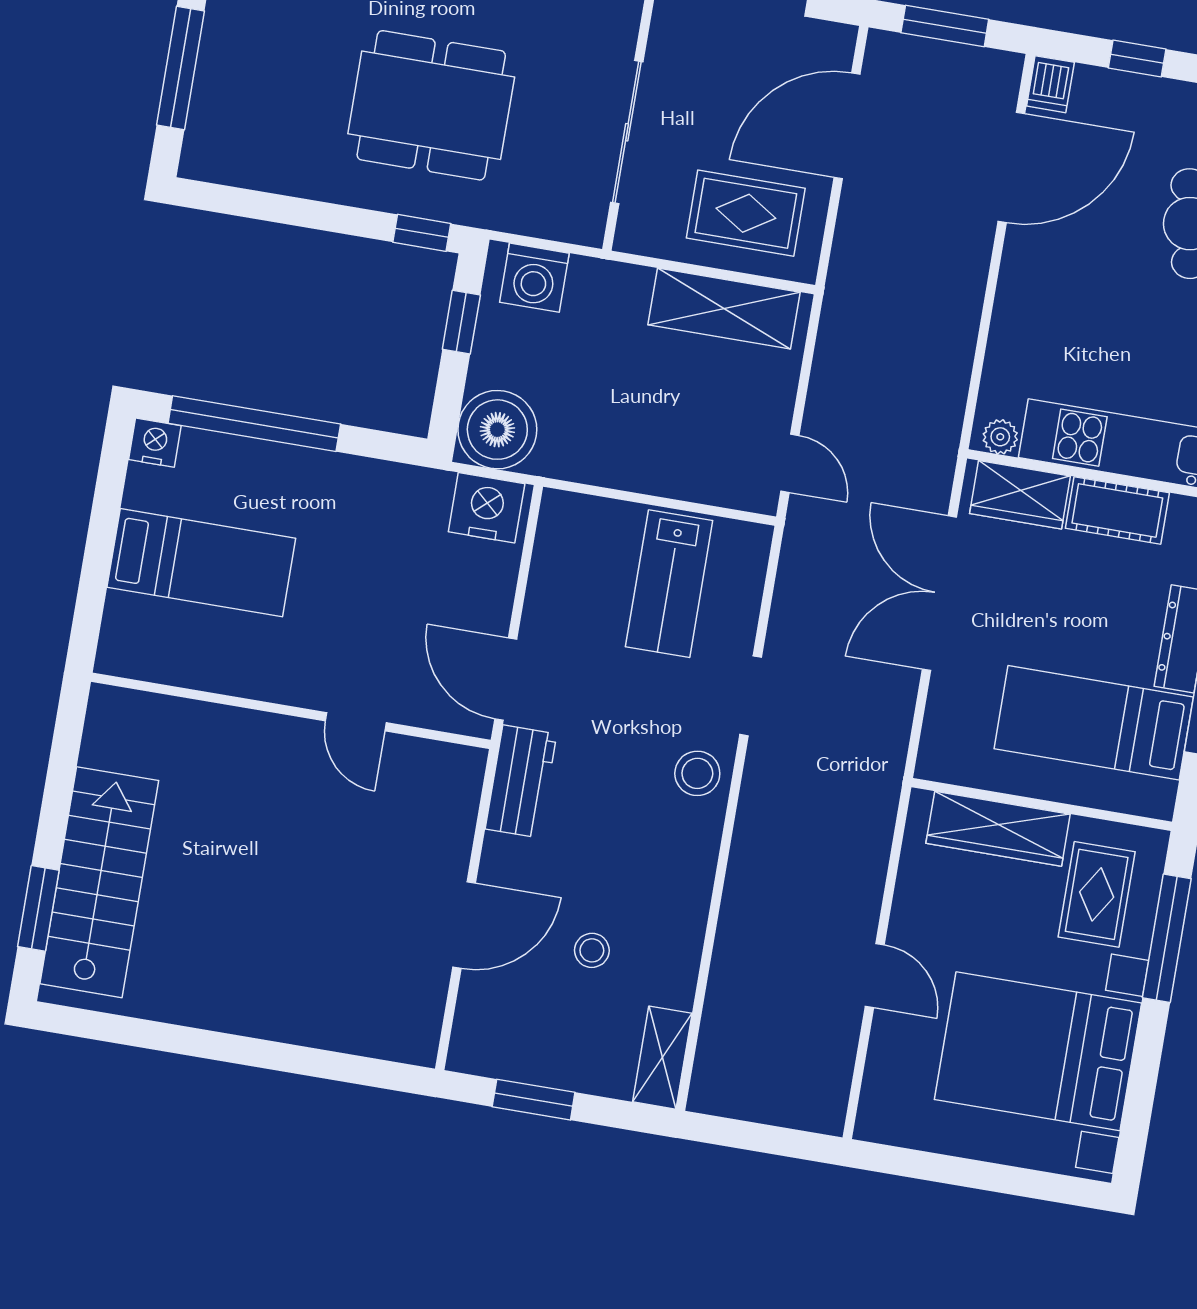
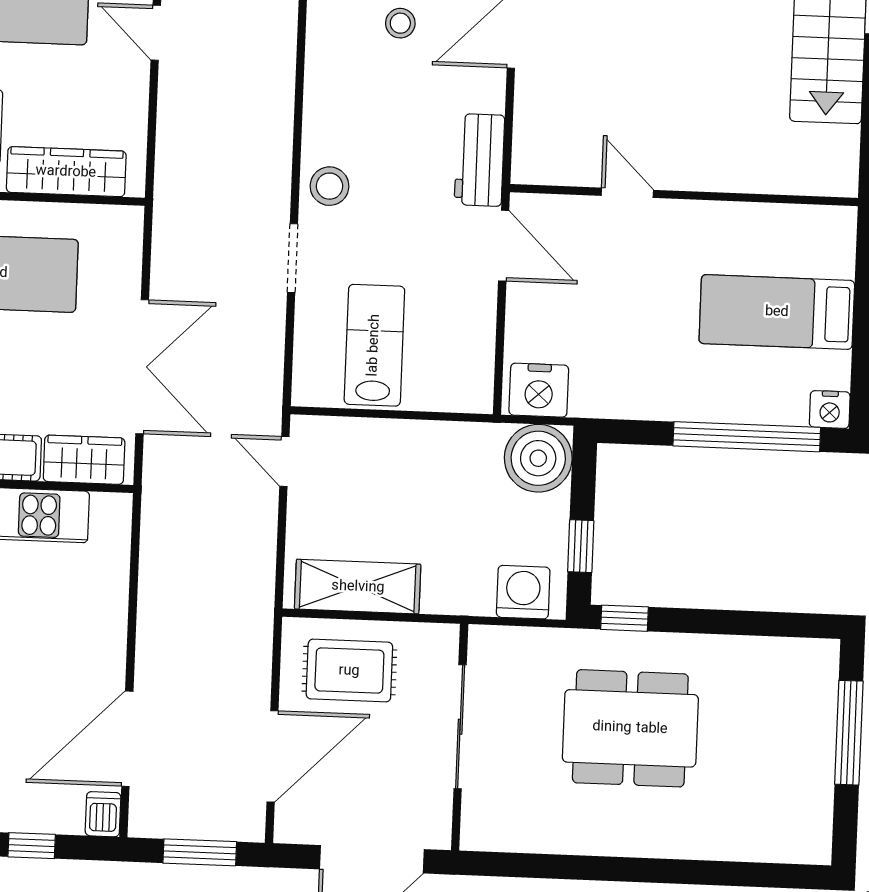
plant: (1000, 437) -> (107, 507), removed

